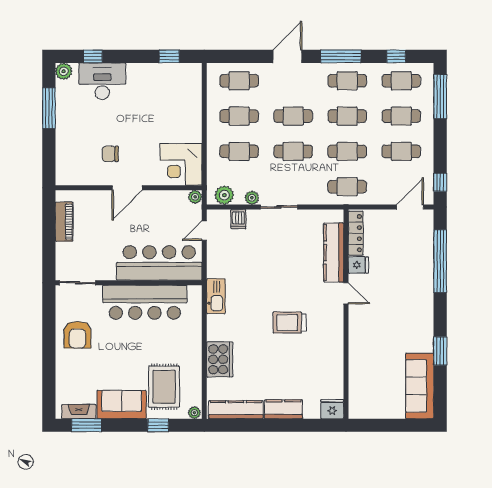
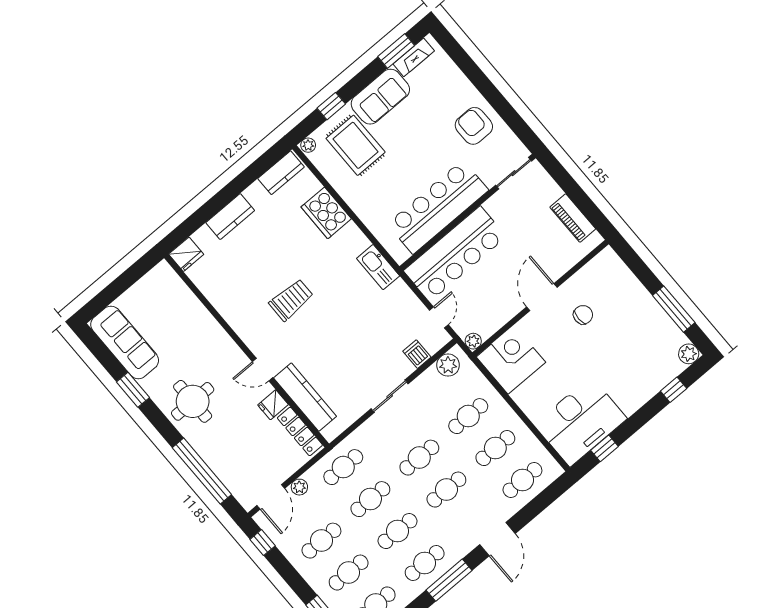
desk: (102, 81) -> (581, 421), moved, width x1.36, depth x1.30
plant: (252, 198) -> (299, 487), moved
round table: (408, 311) -> (193, 401), added
kitchen counter: (236, 410) -> (281, 173), width x0.67

